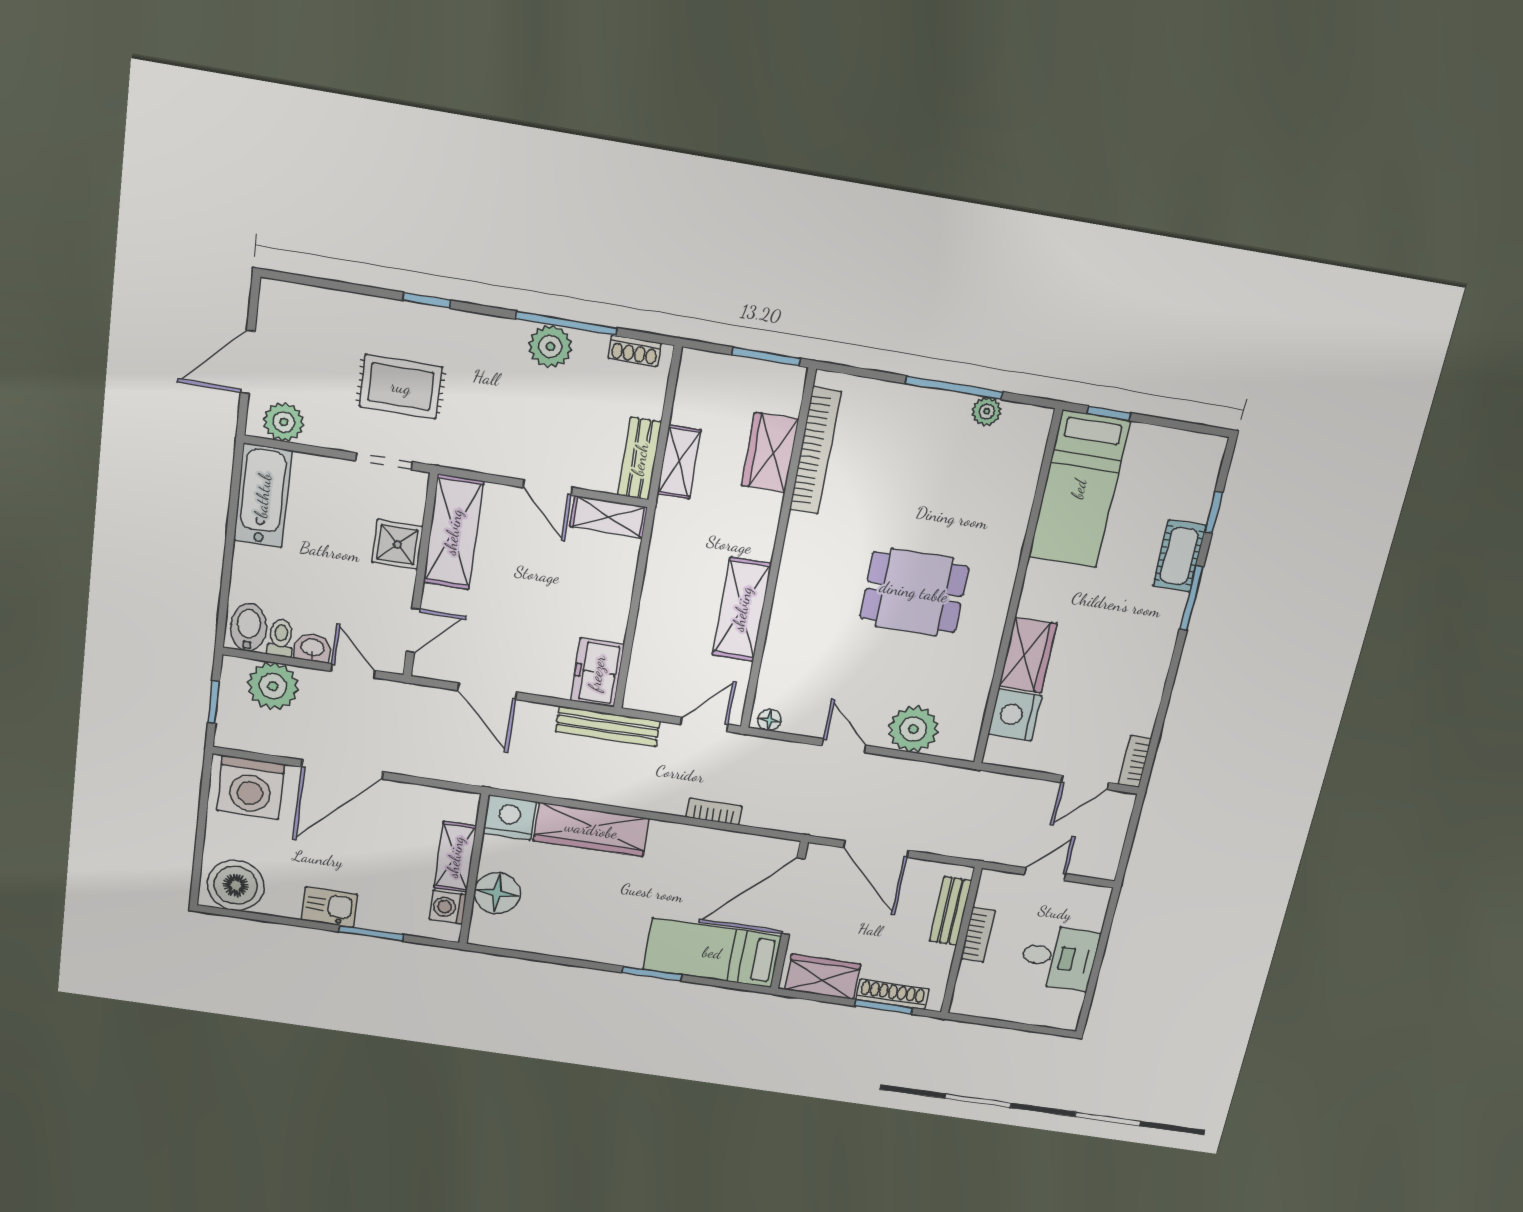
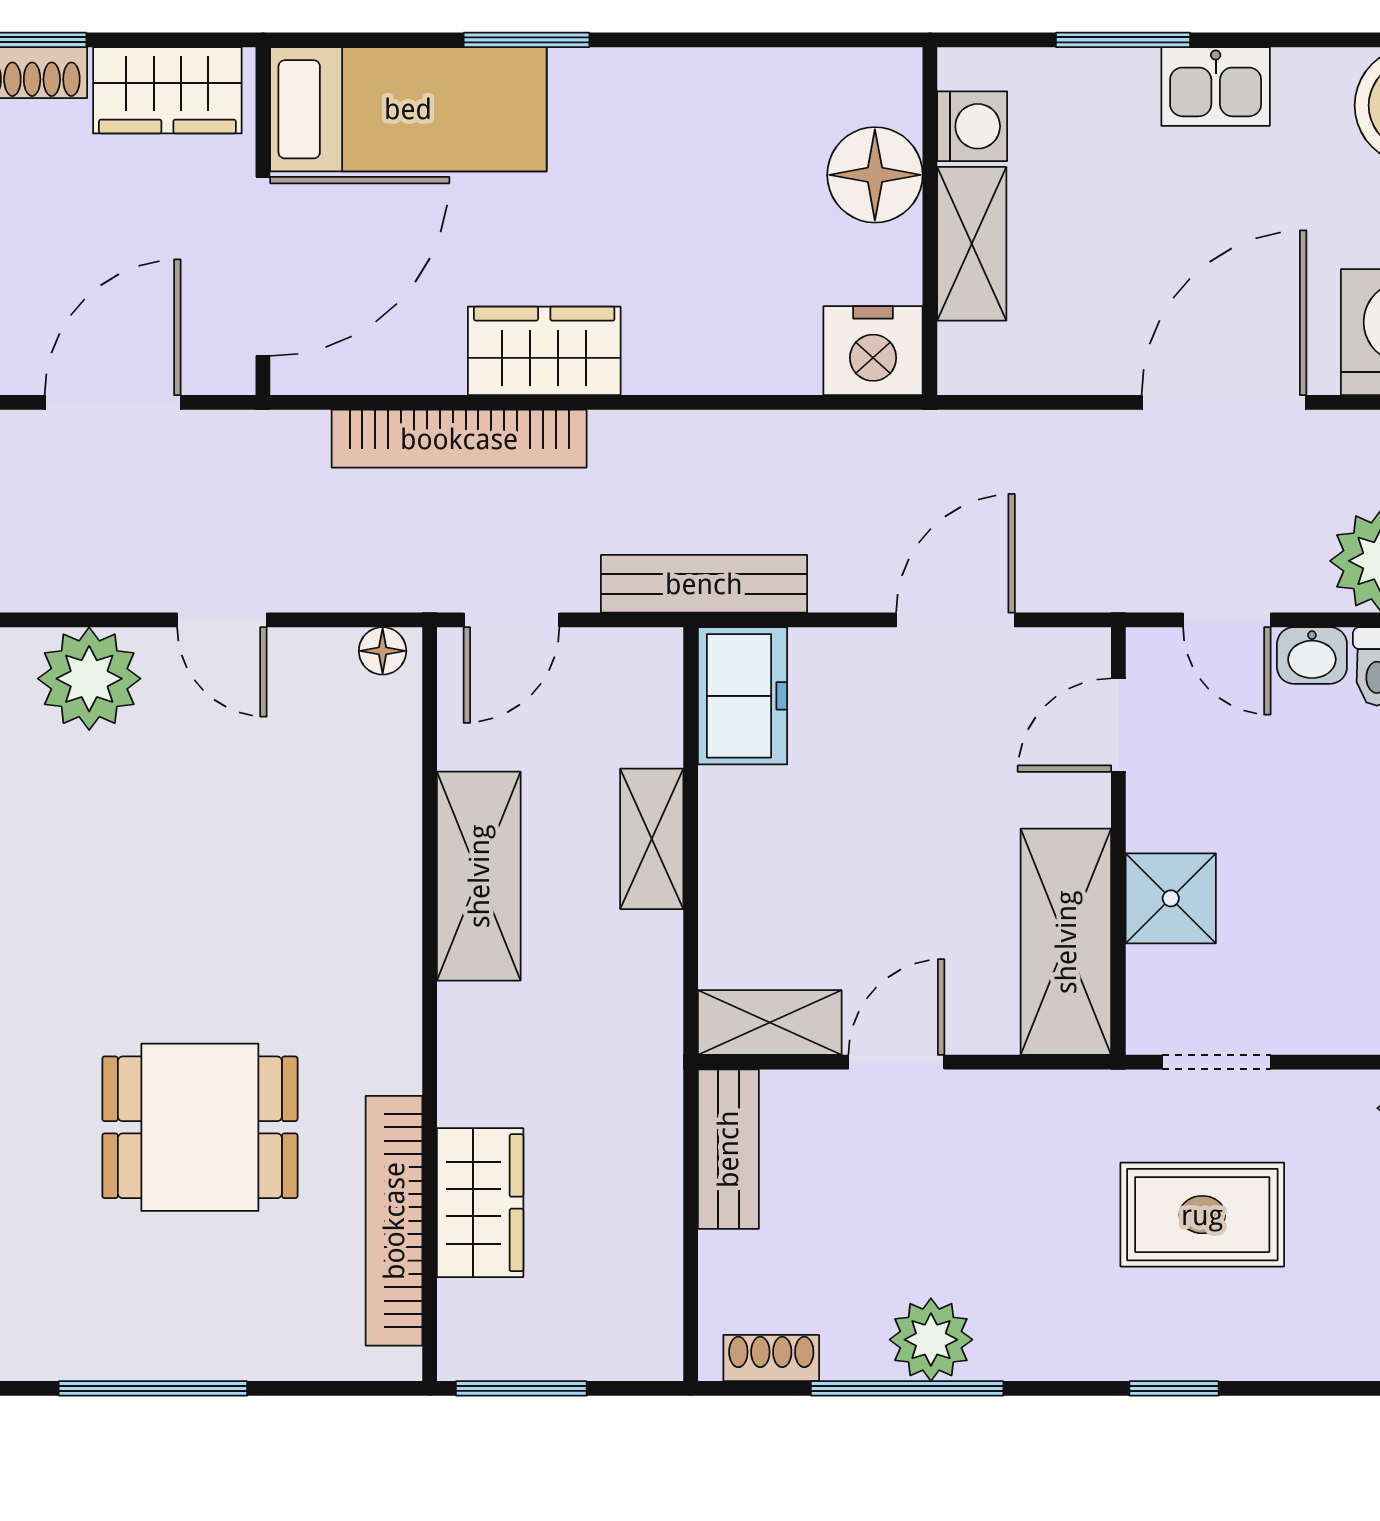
plant: (987, 411) -> (81, 1353), removed
shelving: (679, 462) -> (652, 839), moved
door: (548, 487) -> (896, 1062), hinge flipped
dining table: (914, 592) -> (200, 1127), moved
door: (487, 691) -> (955, 620), hinge flipped
bookcase: (714, 812) -> (459, 439), width x2.31, depth x1.31
wardrobe: (591, 830) -> (544, 351), moved, width x0.67
door: (876, 849) -> (113, 402), hinge flipped

